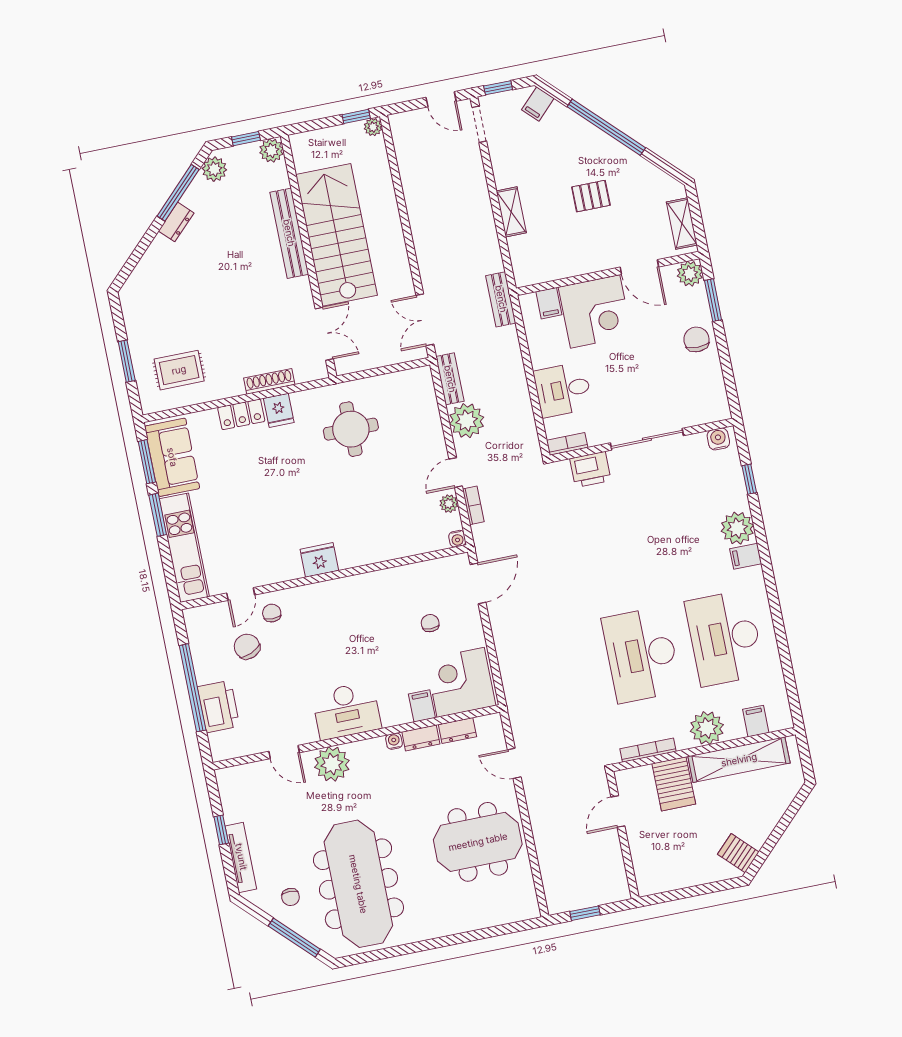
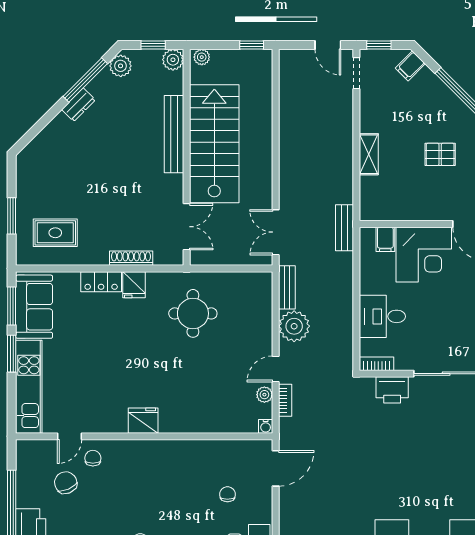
plant: (373, 127) -> (202, 57), moved

